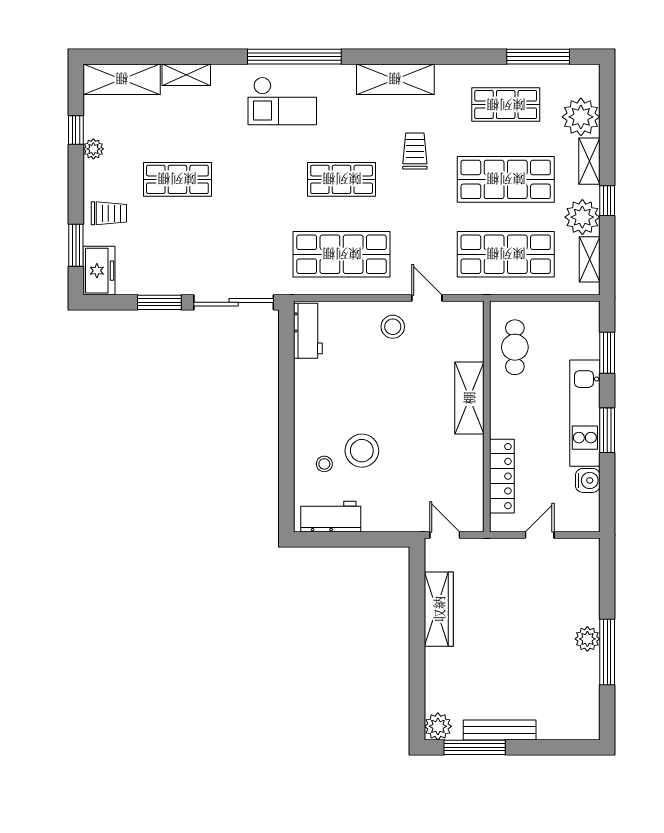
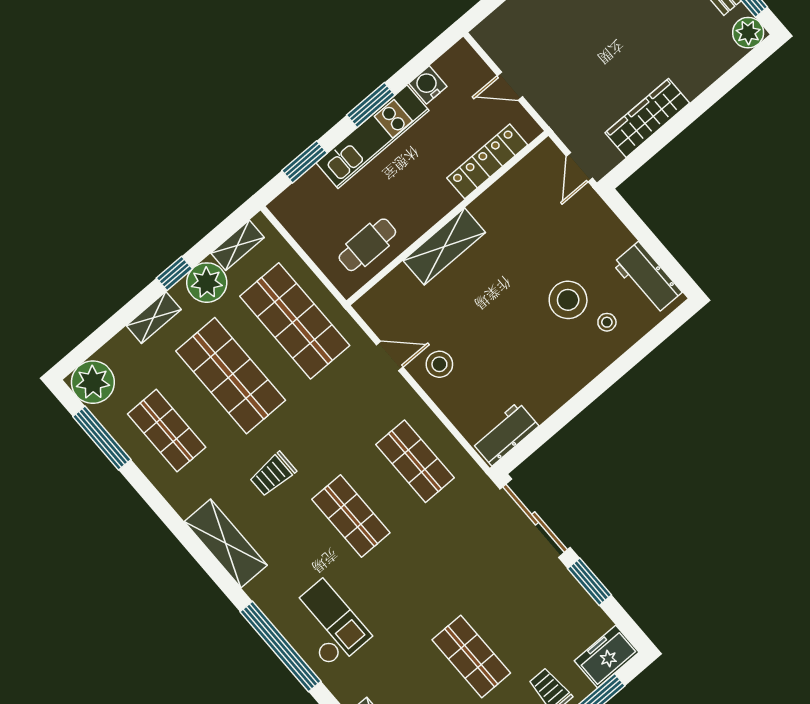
plant: (581, 117) -> (93, 382), moved
shop shelf: (342, 254) -> (415, 461), width x0.70, depth x0.74
door: (427, 298) -> (390, 356), swing flipped

